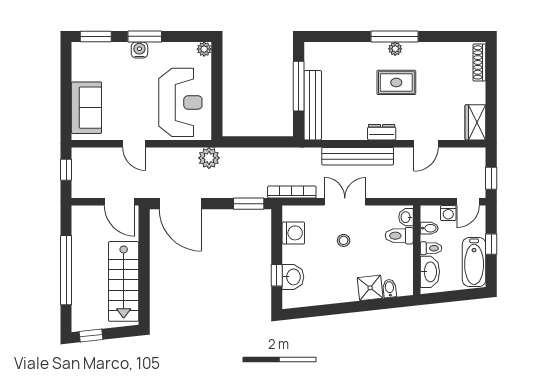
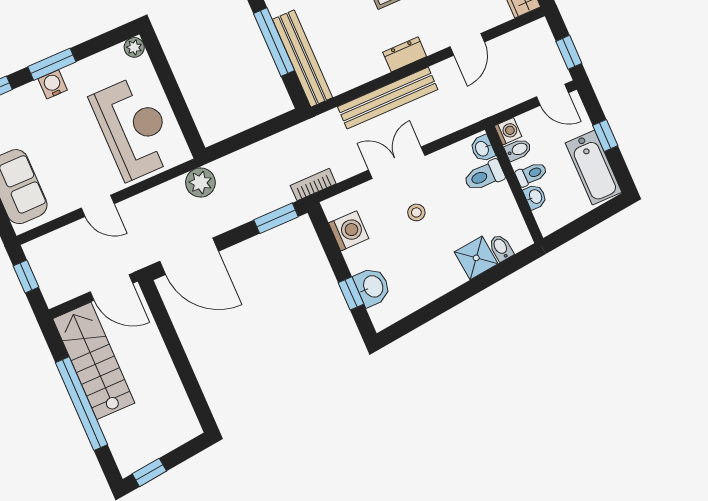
bookcase: (292, 192) -> (313, 185), width x0.64
door: (468, 202) -> (553, 95), hinge flipped
washing machine: (448, 213) -> (508, 131), moved, turned -90
washbasin: (430, 272) -> (535, 197), width x0.52, depth x0.69
stairs: (124, 281) -> (94, 361), moved, turned 180

